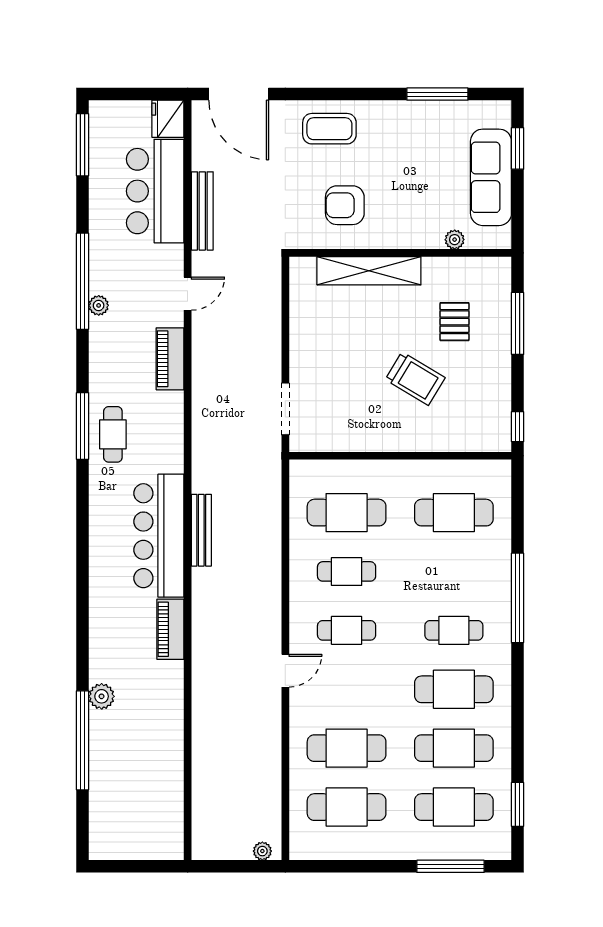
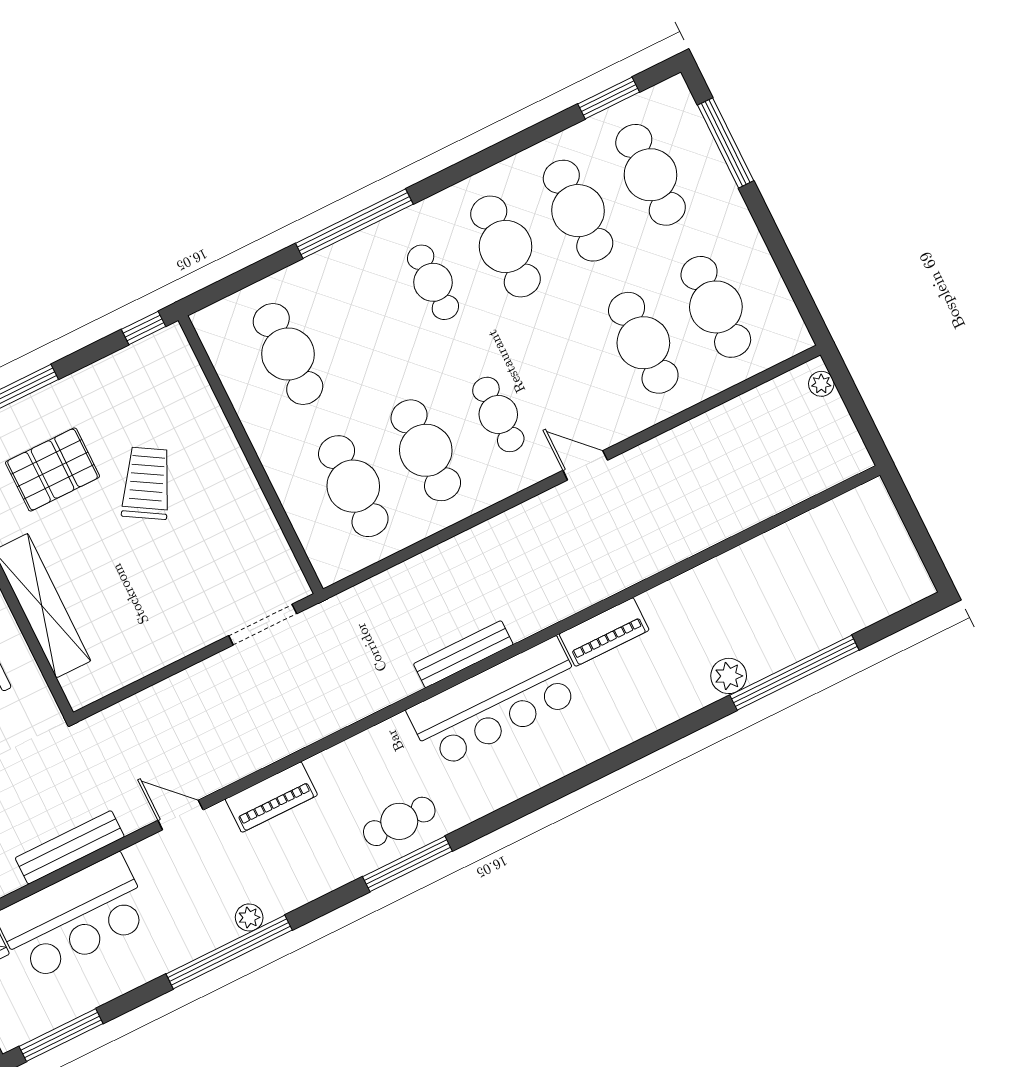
pallet: (454, 322) -> (53, 469), width x1.50, depth x1.42
cafe table: (347, 571) -> (426, 450), width x1.37, depth x1.35

